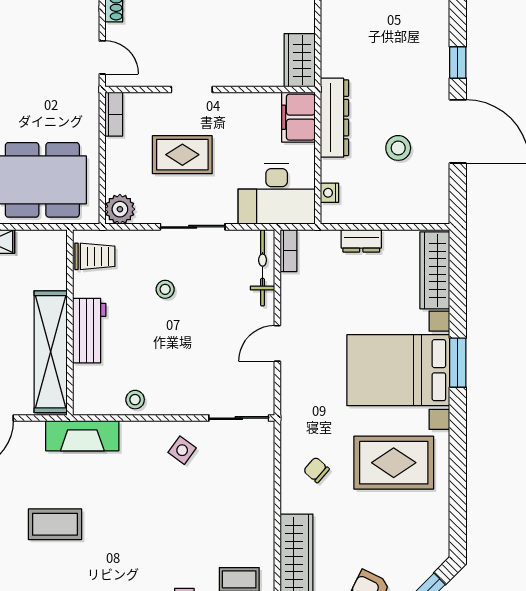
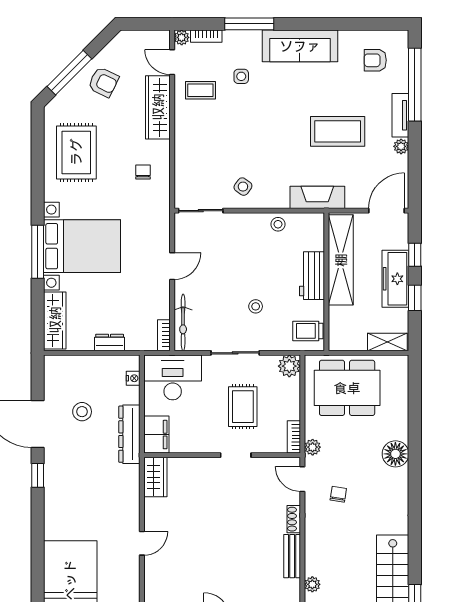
chair: (54, 37) -> (338, 494), added
plant: (89, 100) -> (313, 447), added
rug: (182, 155) -> (243, 407), turned 90
window: (458, 363) -> (38, 252), width x1.44
rug: (394, 463) -> (76, 152), moved, turned 90
chair: (316, 470) -> (143, 172), turned -131
coffee table: (55, 524) -> (338, 131), width x1.36, depth x1.32

